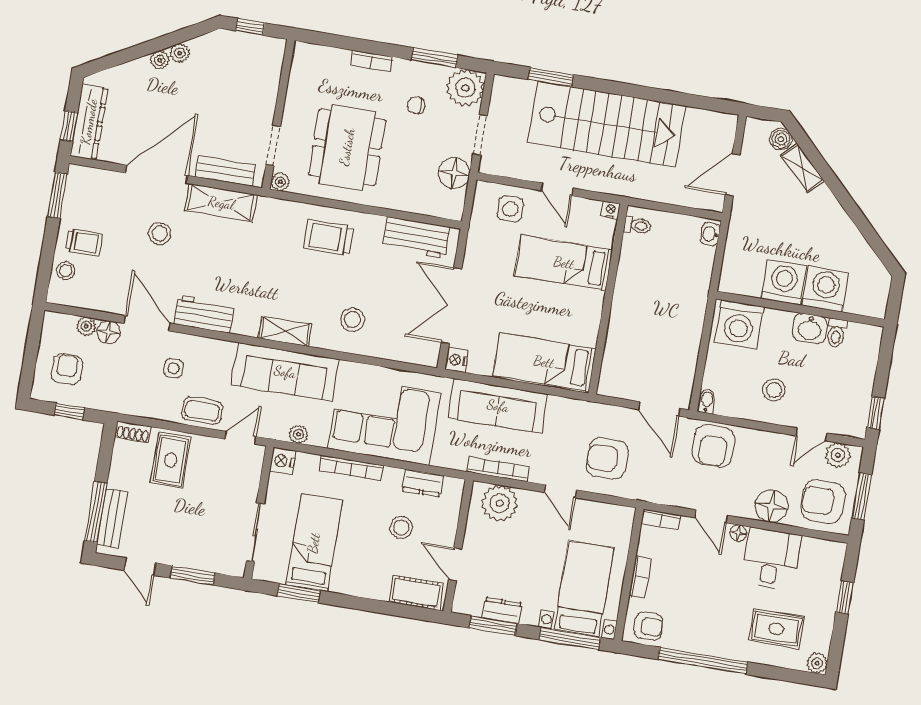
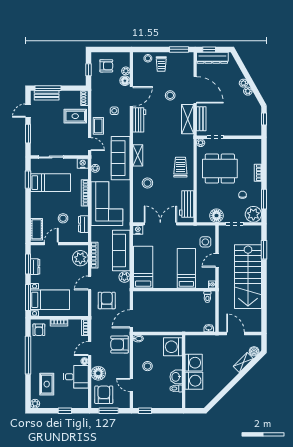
plant: (838, 455) -> (124, 277), moved

